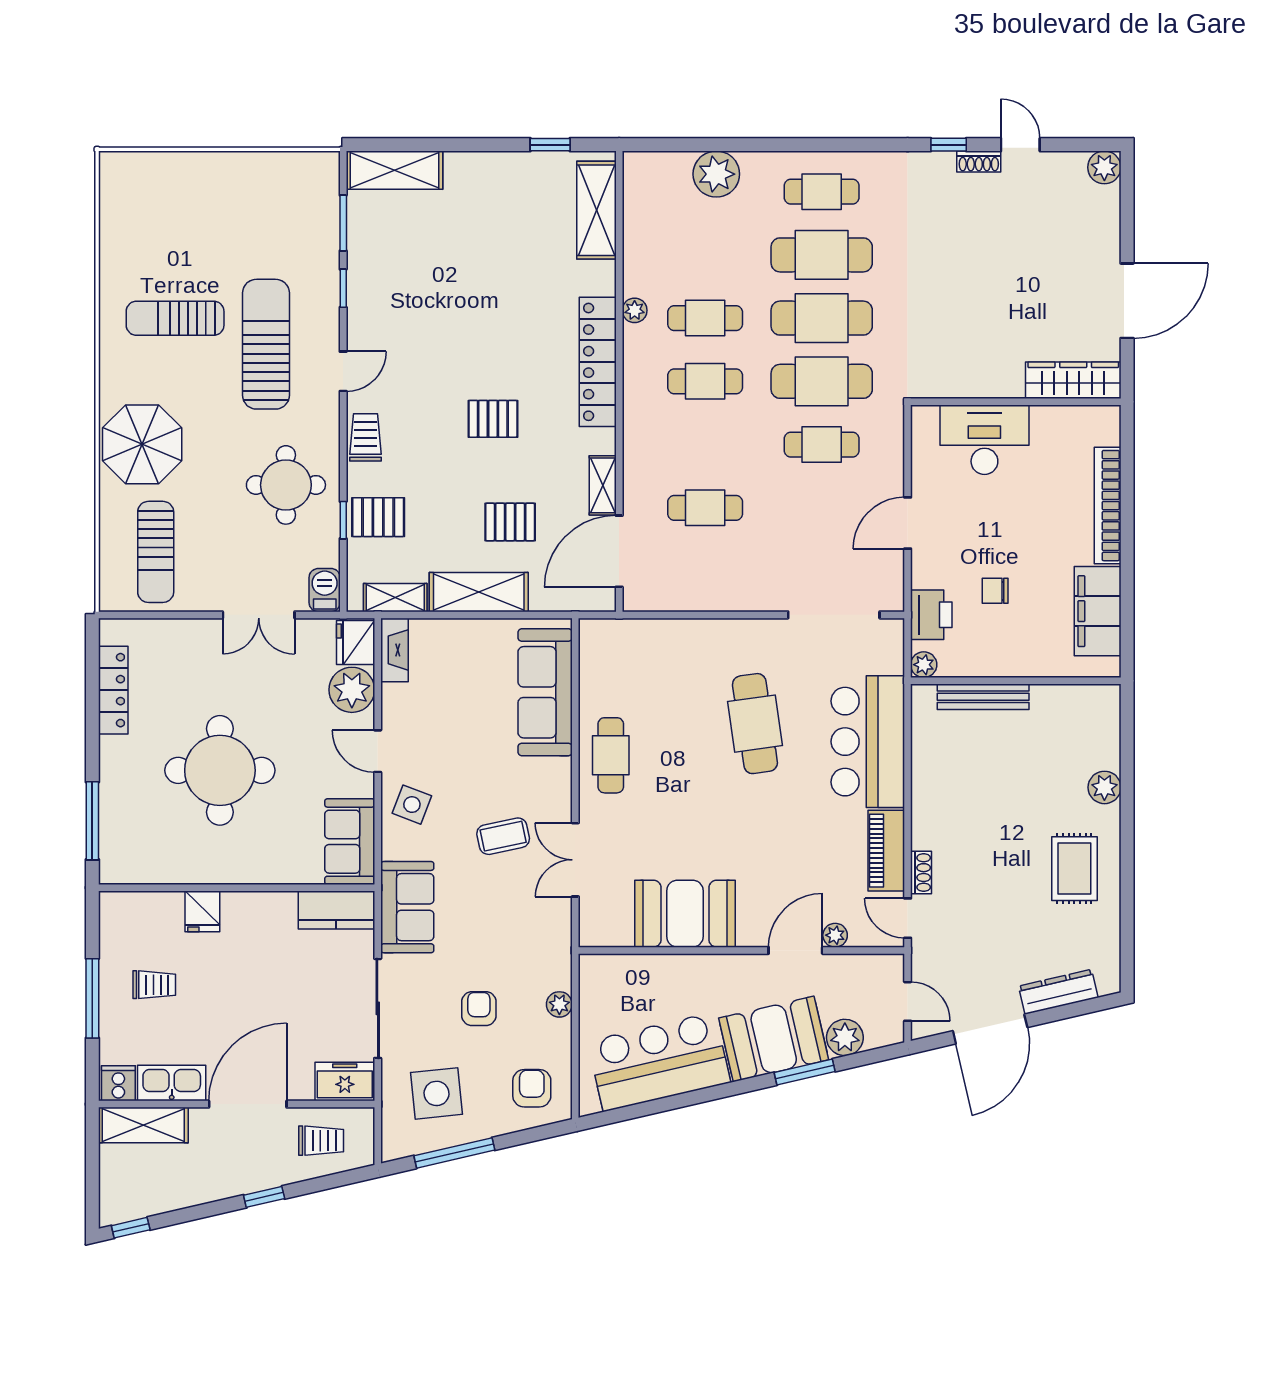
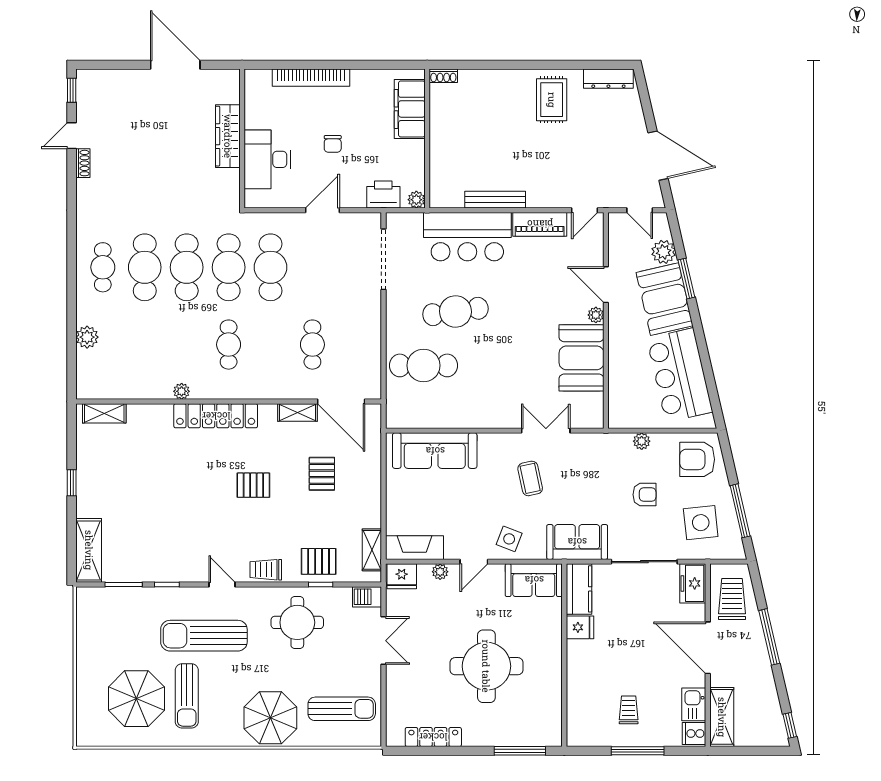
window: (550, 145) -> (72, 483), moved
window: (949, 145) -> (72, 90), moved
plant: (1104, 167) -> (87, 80), removed
plant: (716, 174) -> (87, 337), width x0.73, depth x0.73
shelving: (596, 210) -> (104, 413), width x0.67, depth x0.75
parasol: (171, 242) -> (136, 699), added
cafe table: (705, 318) -> (187, 345), removed
wardrobe: (1073, 380) -> (228, 136), moved
pallet: (493, 419) -> (253, 485), turned 90
cafe table: (822, 445) -> (271, 267), width x1.37, depth x1.35
pallet: (378, 517) -> (319, 561), turned 90
door: (908, 523) -> (322, 210), swing flipped
chair: (995, 591) -> (333, 144), moved
shelving: (479, 592) -> (368, 495), removed
filing cabinet: (1098, 611) -> (410, 109), moved, turned 90
fireplace: (394, 650) -> (414, 548), width x1.37, depth x1.32
plant: (352, 690) -> (440, 572), width x0.53, depth x0.53
bench: (983, 697) -> (495, 200), moved, turned 90
cafe table: (611, 755) -> (423, 365), moved, width x1.37, depth x1.35
plant: (1104, 787) -> (498, 80), removed
double door: (575, 860) -> (546, 431), swing flipped
rug: (1074, 869) -> (552, 100), turned 90
shoe rack: (921, 873) -> (443, 76), moved, turned 180
fridge: (202, 911) -> (580, 627), moved
plant: (835, 935) -> (596, 315), moved
dresser: (1058, 992) -> (608, 79), moved, turned -77
door: (908, 1001) -> (640, 210), swing flipped
armchair: (479, 1009) -> (644, 495), turned 180
kitchen sink: (172, 1083) -> (694, 704), width x0.73
armchair: (532, 1088) -> (697, 459), width x1.38, depth x1.38
trolley: (321, 1141) -> (732, 599), width x1.36, depth x1.39
window: (264, 1197) -> (769, 637), width x2.17

